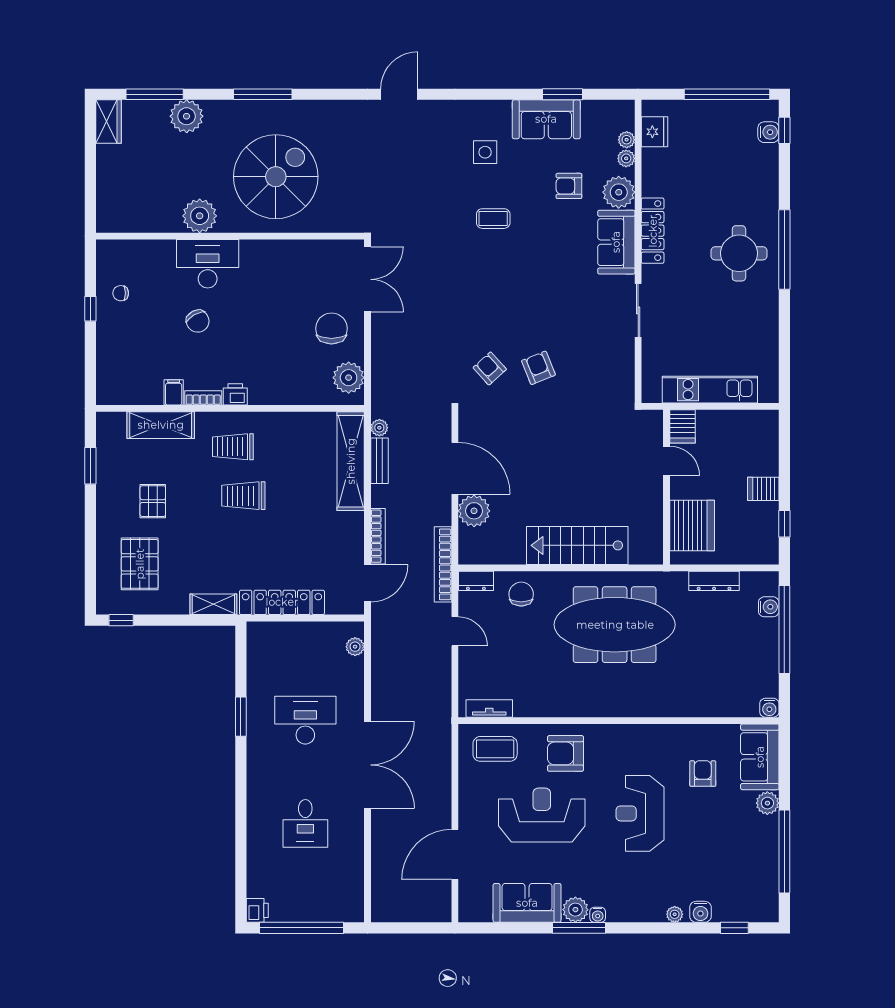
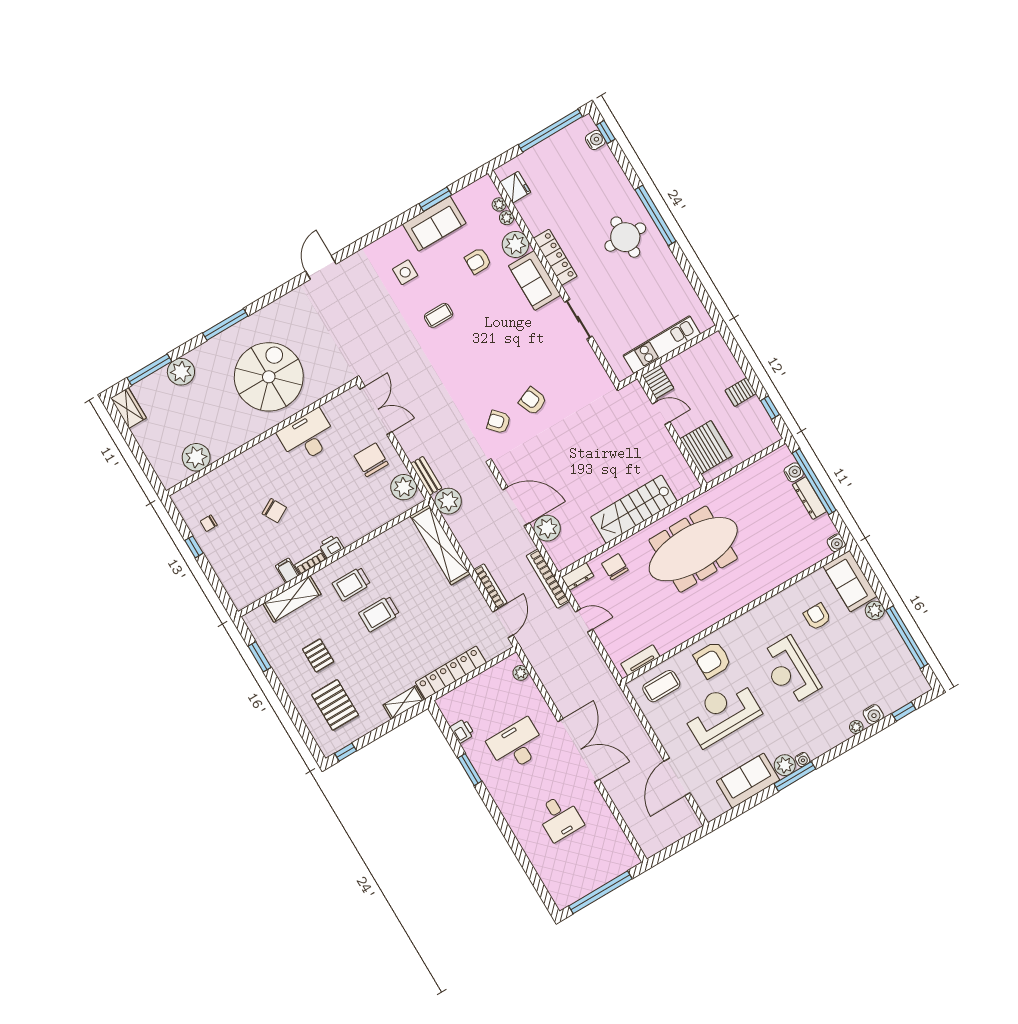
plant: (200, 216) -> (196, 457), moved
desk: (208, 264) -> (307, 436), moved
plant: (379, 428) -> (448, 501), width x1.88, depth x1.88
bench: (380, 461) -> (426, 476), moved
dresser: (714, 581) -> (809, 498), moved, turned 90
printer: (257, 910) -> (462, 731), moved

